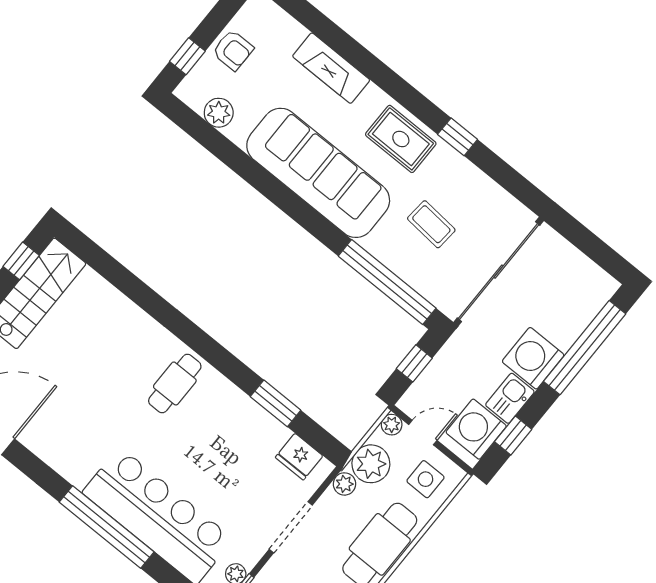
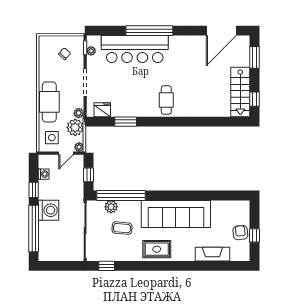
armchair: (233, 50) -> (240, 233), turned 84
window: (187, 56) -> (255, 235), moved
fireplace: (331, 68) -> (212, 254), moved
plant: (219, 113) -> (111, 207), moved
window: (458, 137) -> (107, 266), moved
kitchen sink: (510, 398) -> (45, 190), removed
washing machine: (476, 429) -> (44, 174), width x0.53, depth x0.53
window: (513, 436) -> (34, 190), moved

